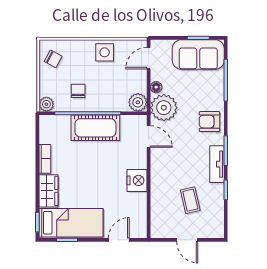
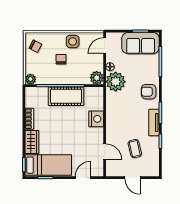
chair: (78, 91) -> (61, 59), moved
door: (149, 137) -> (105, 152), moved
nightstand: (137, 180) -> (96, 119), moved

